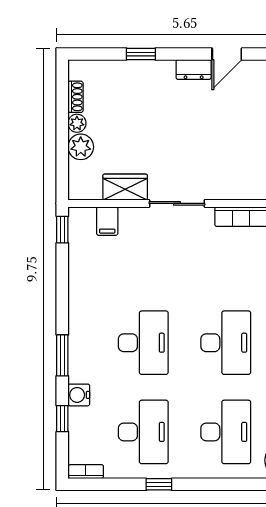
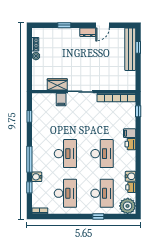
plant: (81, 147) -> (38, 67), removed
filing cabinet: (107, 221) -> (61, 100), moved
window: (62, 230) -> (29, 116), moved
window: (62, 355) -> (29, 159), width x1.44
window: (159, 484) -> (98, 217), moved

